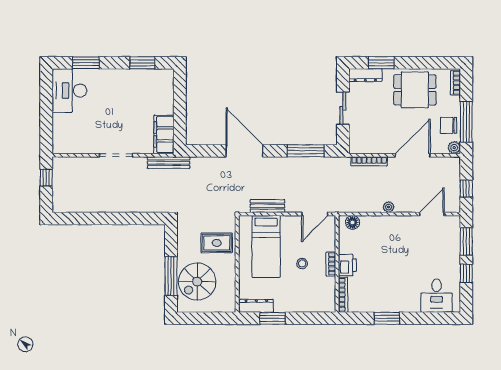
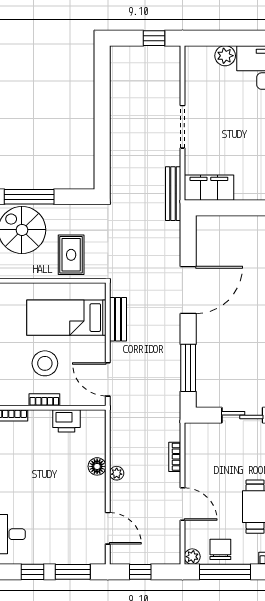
plant: (60, 122) -> (225, 56), added
door: (413, 155) -> (182, 504), width x0.73
bookcase: (369, 161) -> (175, 457), width x0.64
floor lamp: (352, 222) -> (97, 466), moved
stool: (302, 264) -> (45, 363), width x1.89, depth x1.89
printer: (347, 265) -> (66, 421), moved

